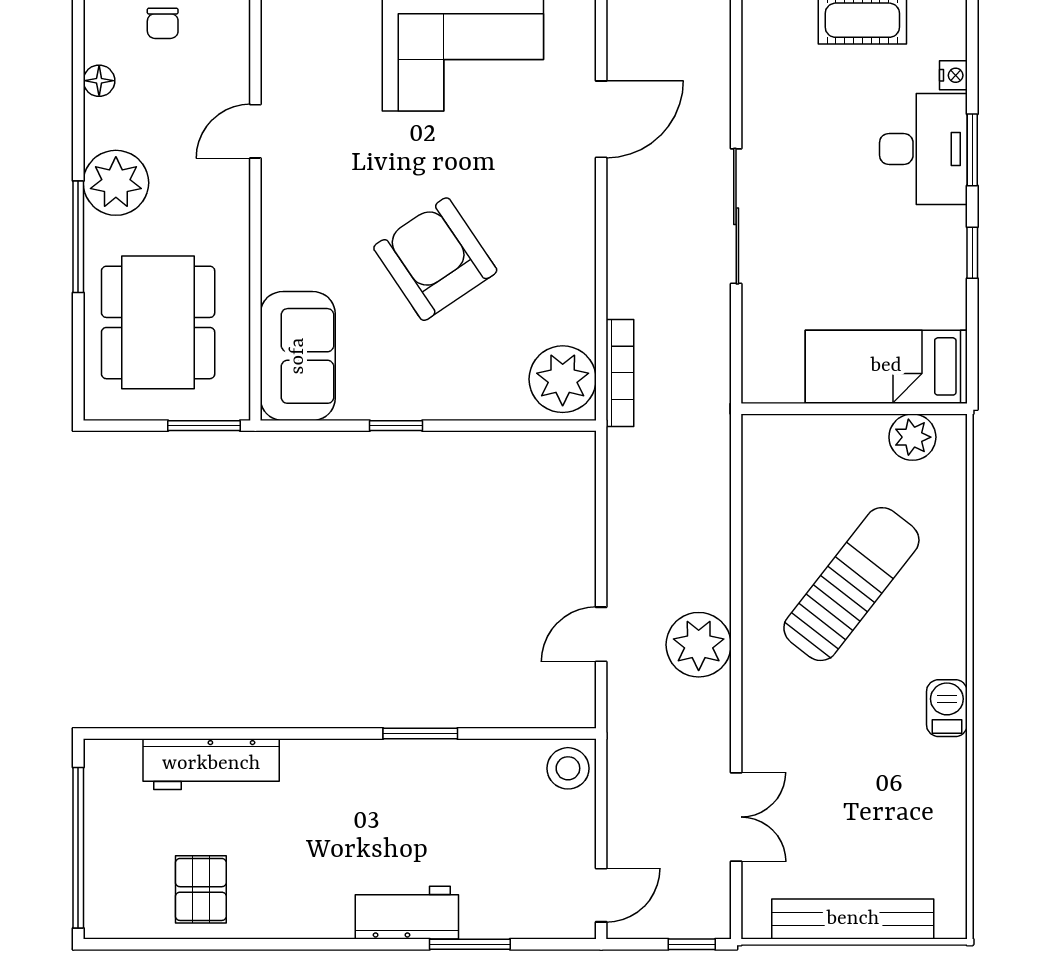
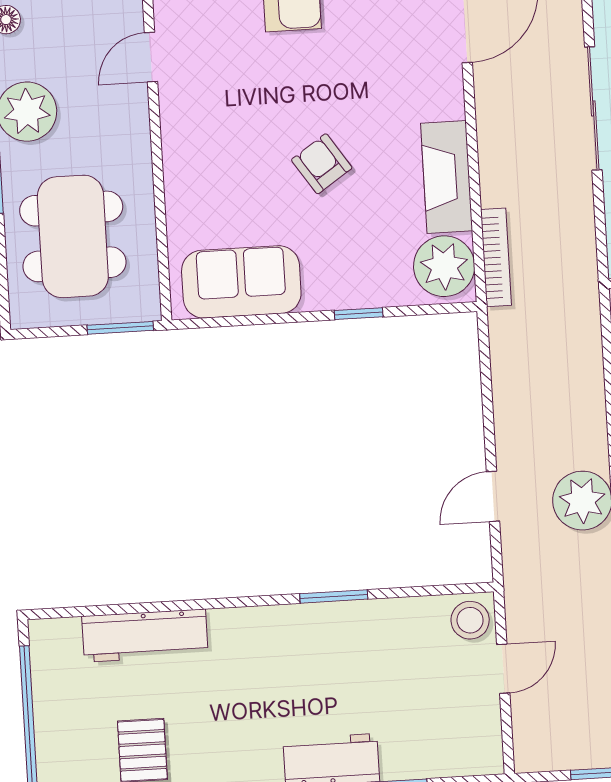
armchair: (435, 259) -> (322, 164), width x0.53, depth x0.53
fireplace: (571, 282) -> (447, 177), added
sofa: (298, 356) -> (241, 282), moved, turned -90
window: (396, 426) -> (359, 314), moved
door: (601, 895) -> (503, 669), moved

